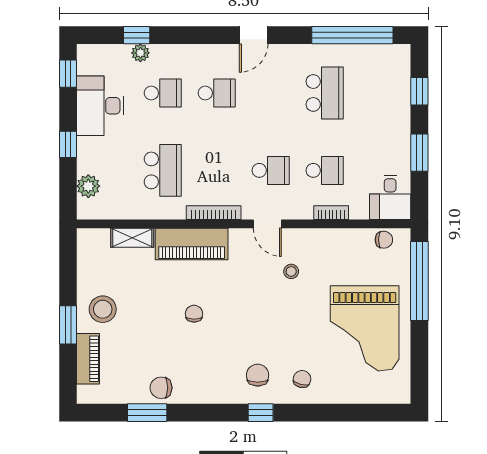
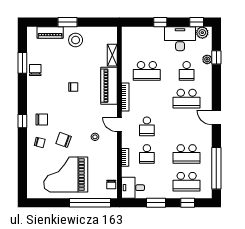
school desk: (217, 93) -> (187, 99), width x1.85
school desk: (379, 93) -> (187, 182), added
plant: (88, 186) -> (202, 33), moved
door: (267, 224) -> (119, 125), hinge flipped
chair: (297, 333) -> (64, 140), added

